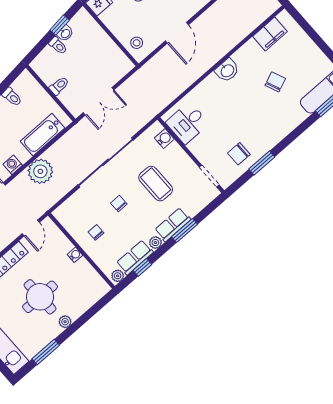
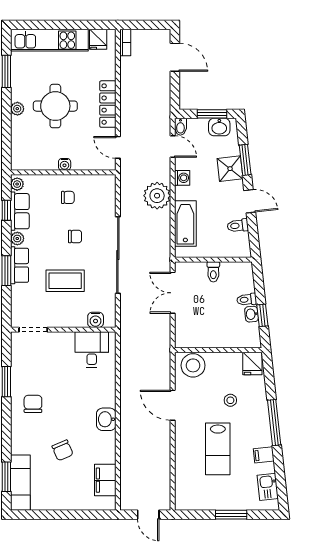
stool: (137, 43) -> (193, 365), width x1.89, depth x1.89
chair: (239, 154) -> (33, 404), moved

